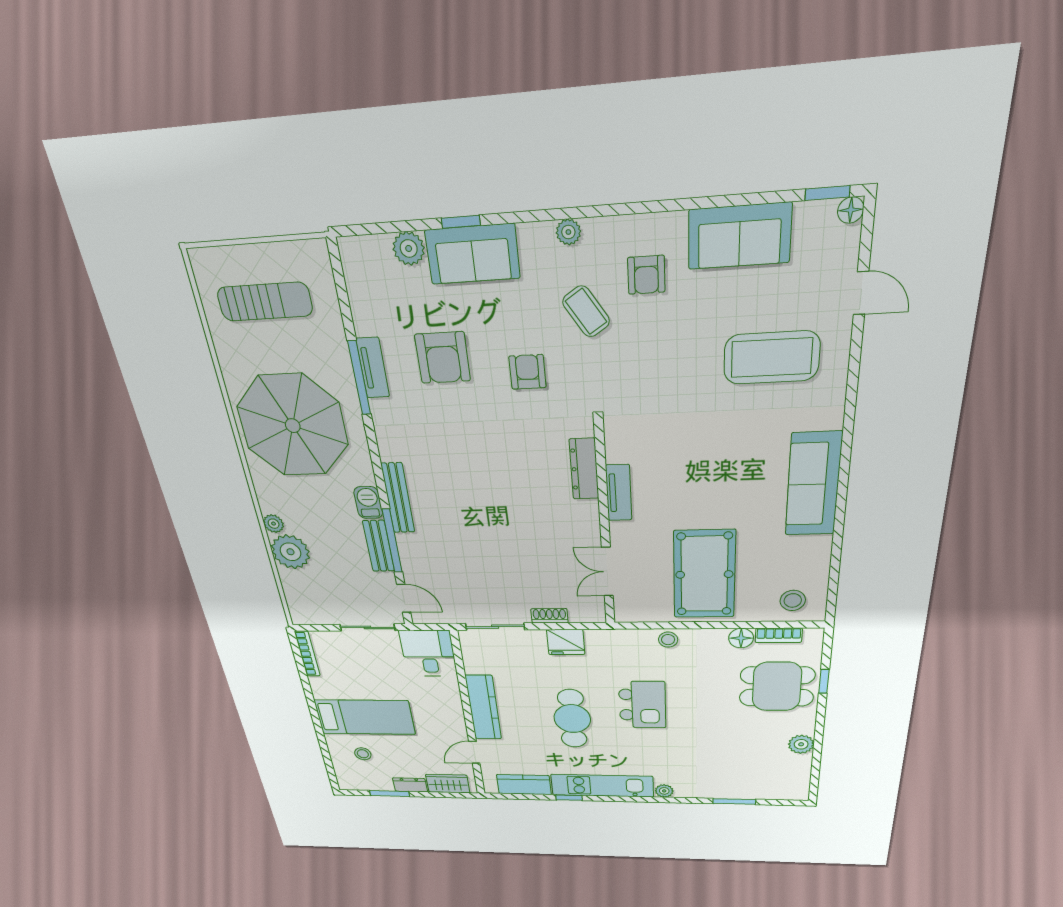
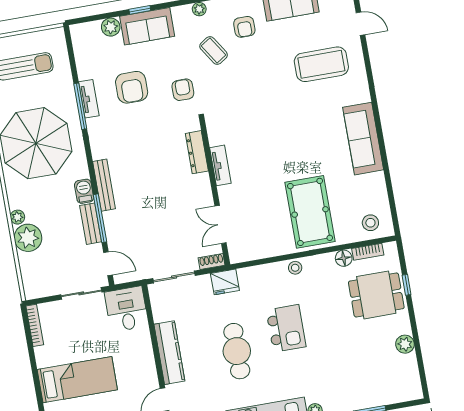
dresser: (584, 469) -> (197, 152), moved
tv unit: (619, 493) -> (220, 165), moved
wall: (605, 528) -> (215, 192), moved
double door: (607, 572) -> (220, 224), moved

